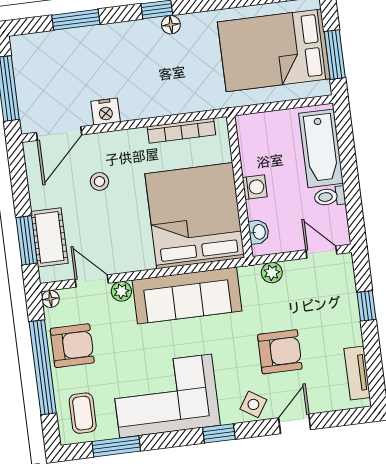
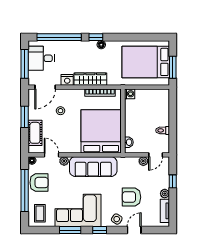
window: (76, 20) -> (59, 37), width x2.11
desk: (42, 71) -> (41, 58), added
wardrobe: (156, 103) -> (90, 79), added
bathtub: (321, 148) -> (161, 108), removed
washing machine: (255, 187) -> (130, 94), moved
window: (27, 240) -> (25, 117), moved
door: (321, 252) -> (156, 155), swing flipped
plant: (272, 273) -> (143, 161), moved
plant: (352, 335) -> (165, 194), added
armchair: (280, 352) -> (131, 197), turned 180
window: (116, 446) -> (70, 230), moved

